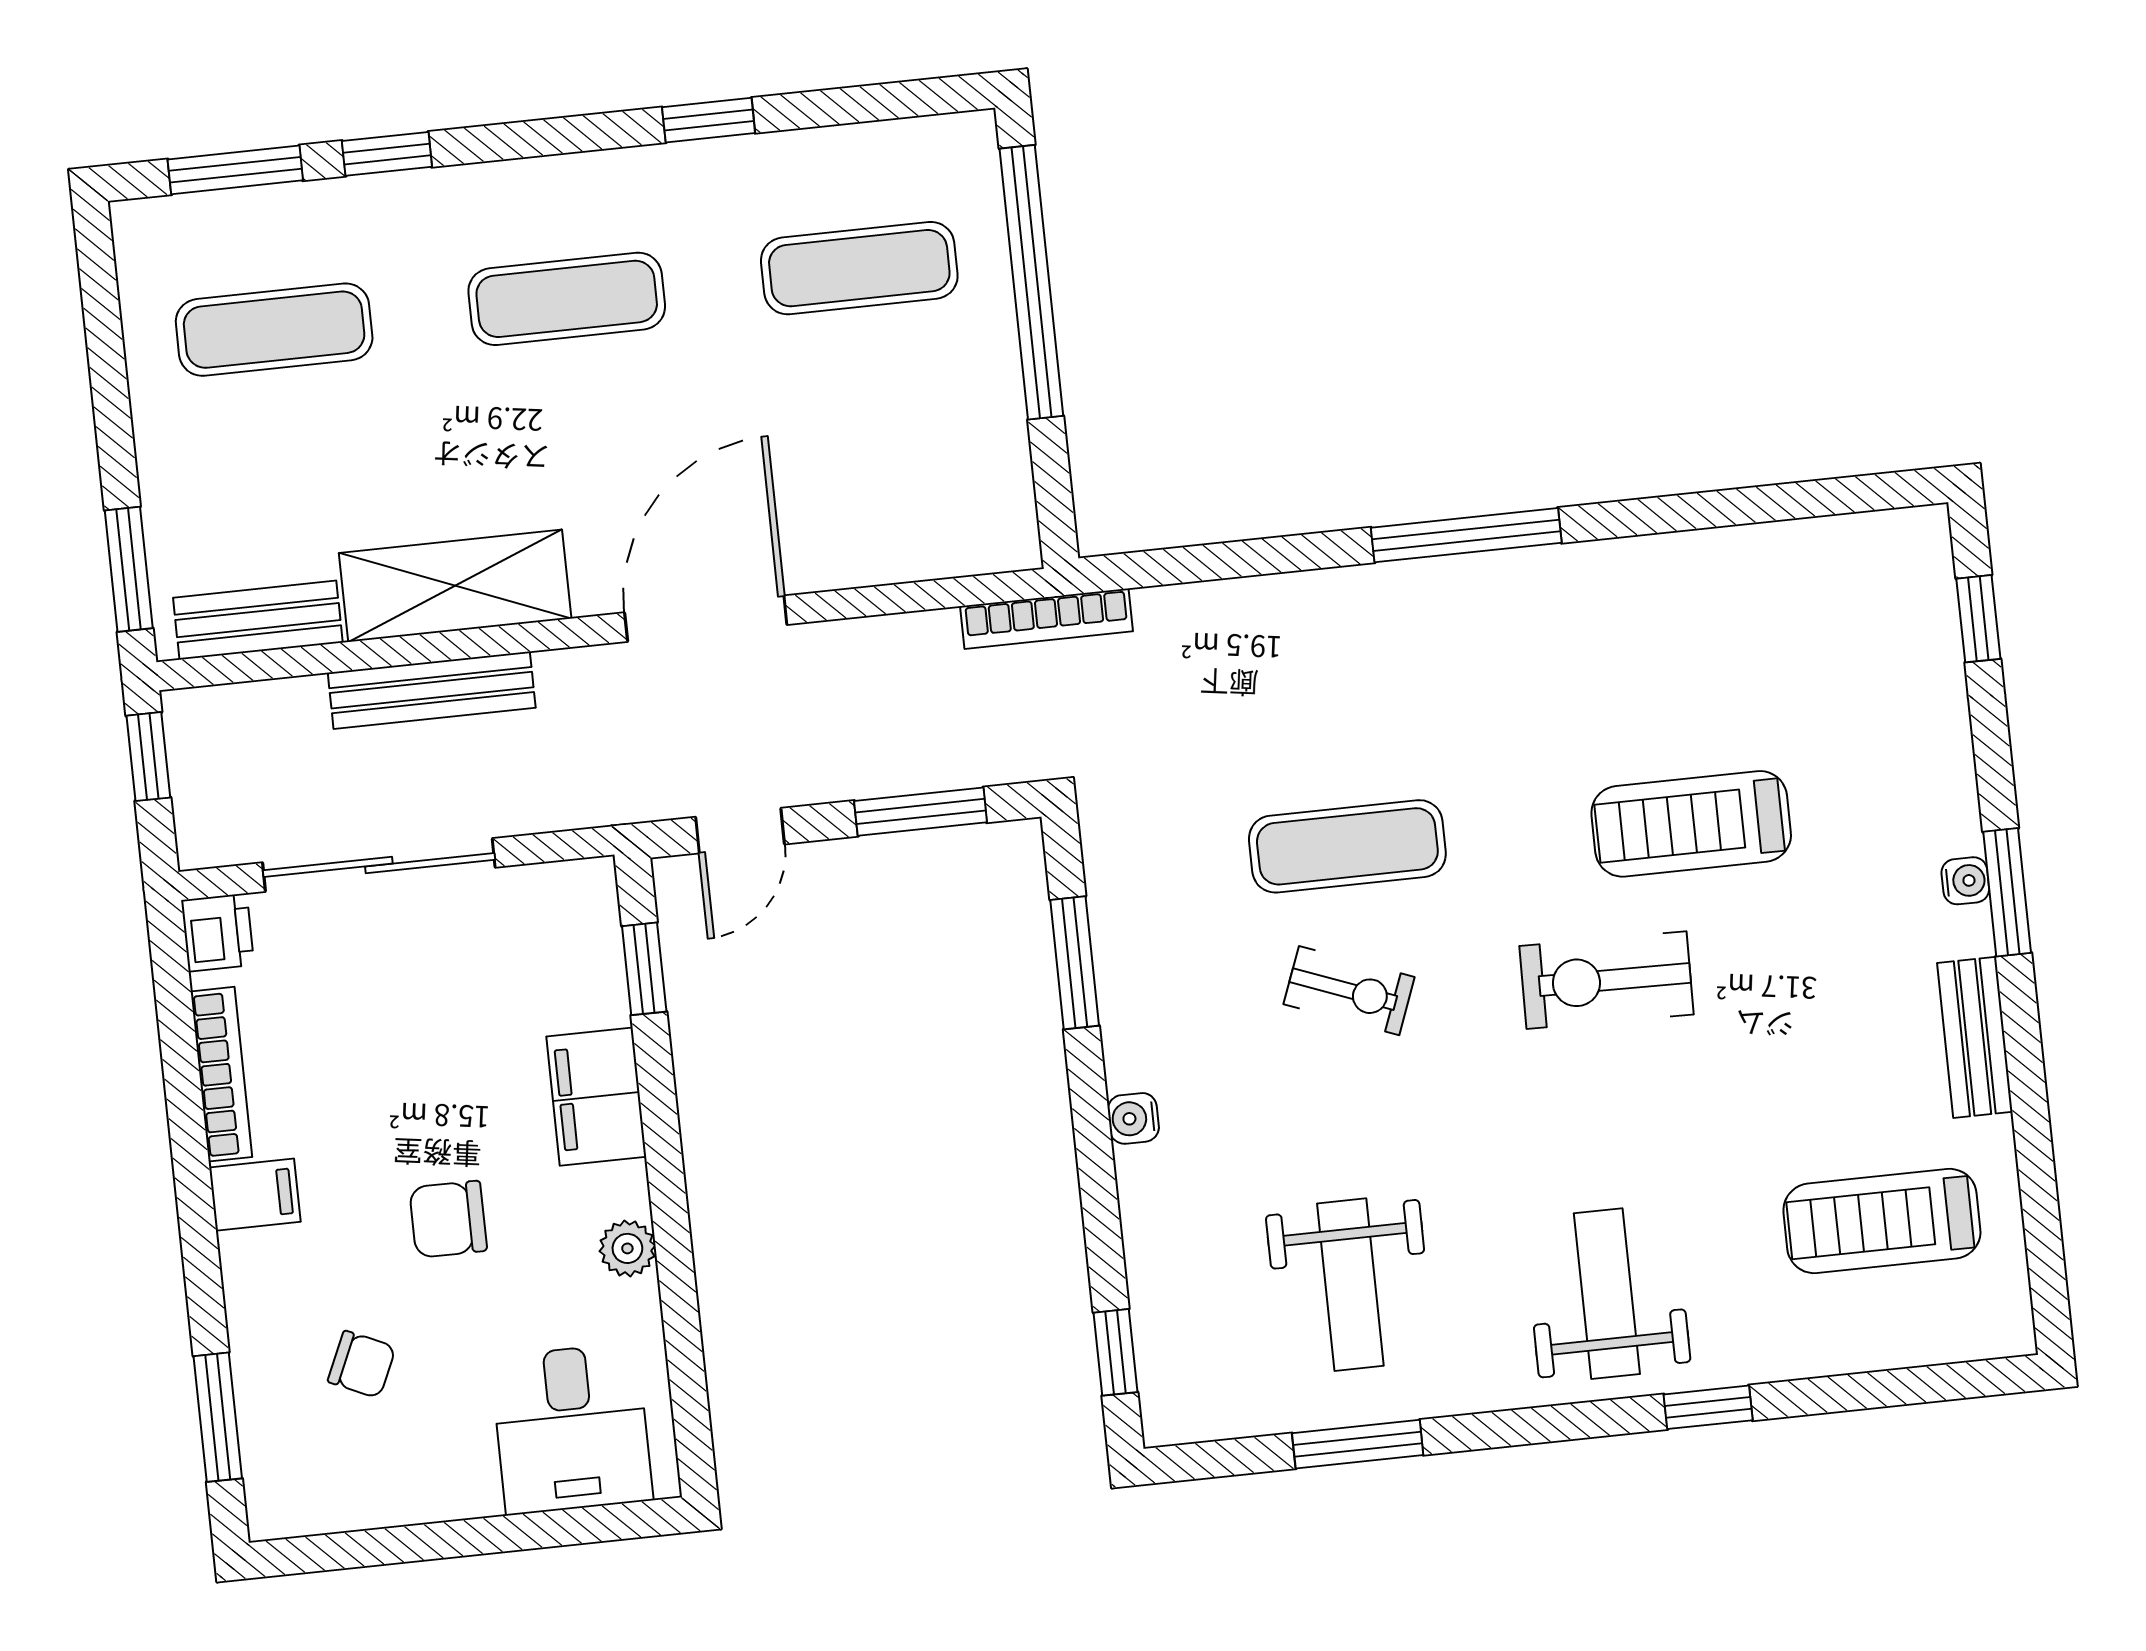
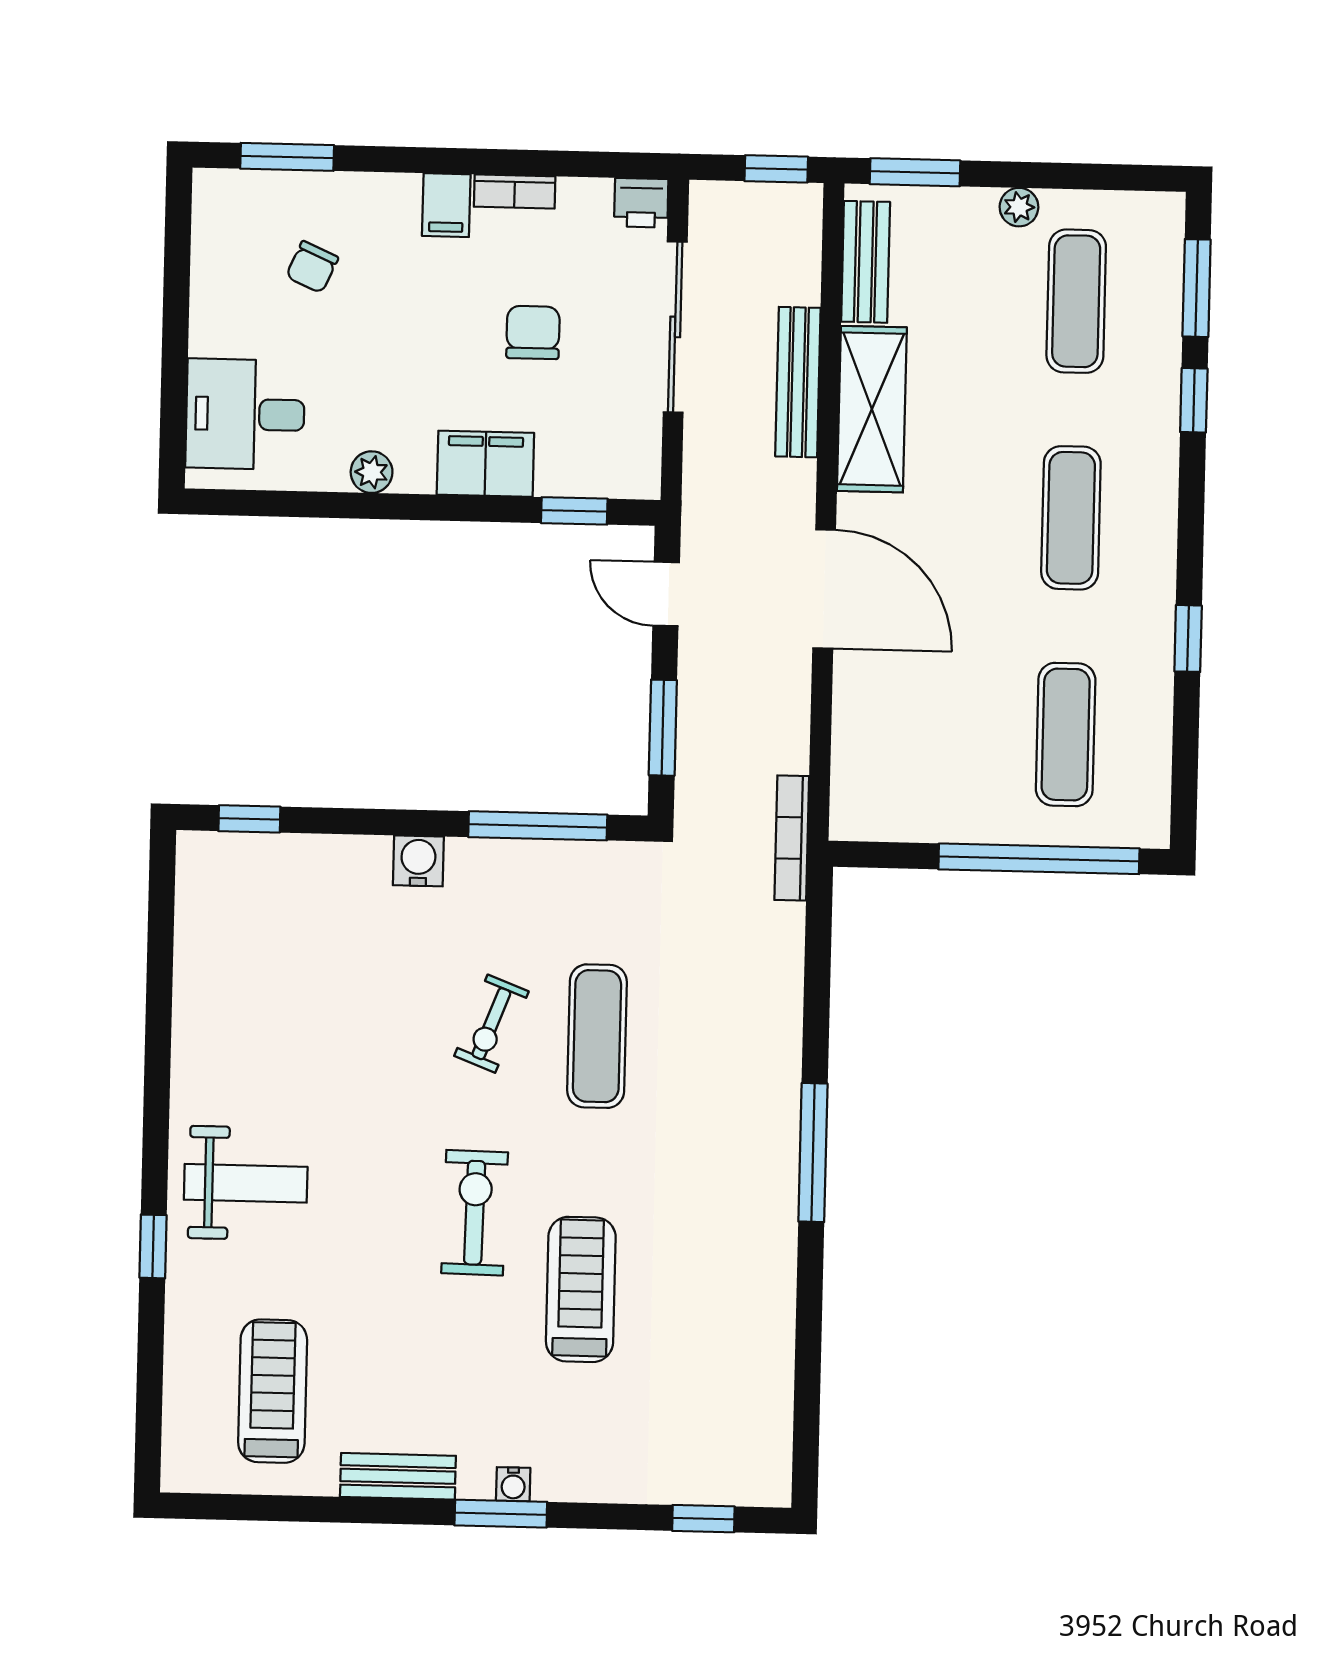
plant: (157, 423) -> (1019, 207), added
window: (1075, 963) -> (538, 826), width x1.44
bookcase: (221, 1074) -> (515, 192), width x0.64
water cooler: (1133, 1118) -> (418, 861), width x1.38, depth x1.38
chair: (448, 1219) -> (533, 332), moved
weight bench: (1350, 1285) -> (277, 997), removed
window: (1358, 1444) -> (159, 987), removed

